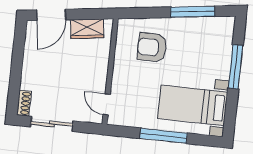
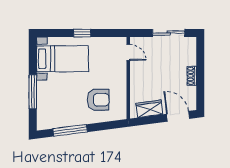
door: (51, 15) -> (178, 116), hinge flipped
shoe rack: (24, 103) -> (192, 76), moved
window: (164, 136) -> (82, 33), width x0.46

